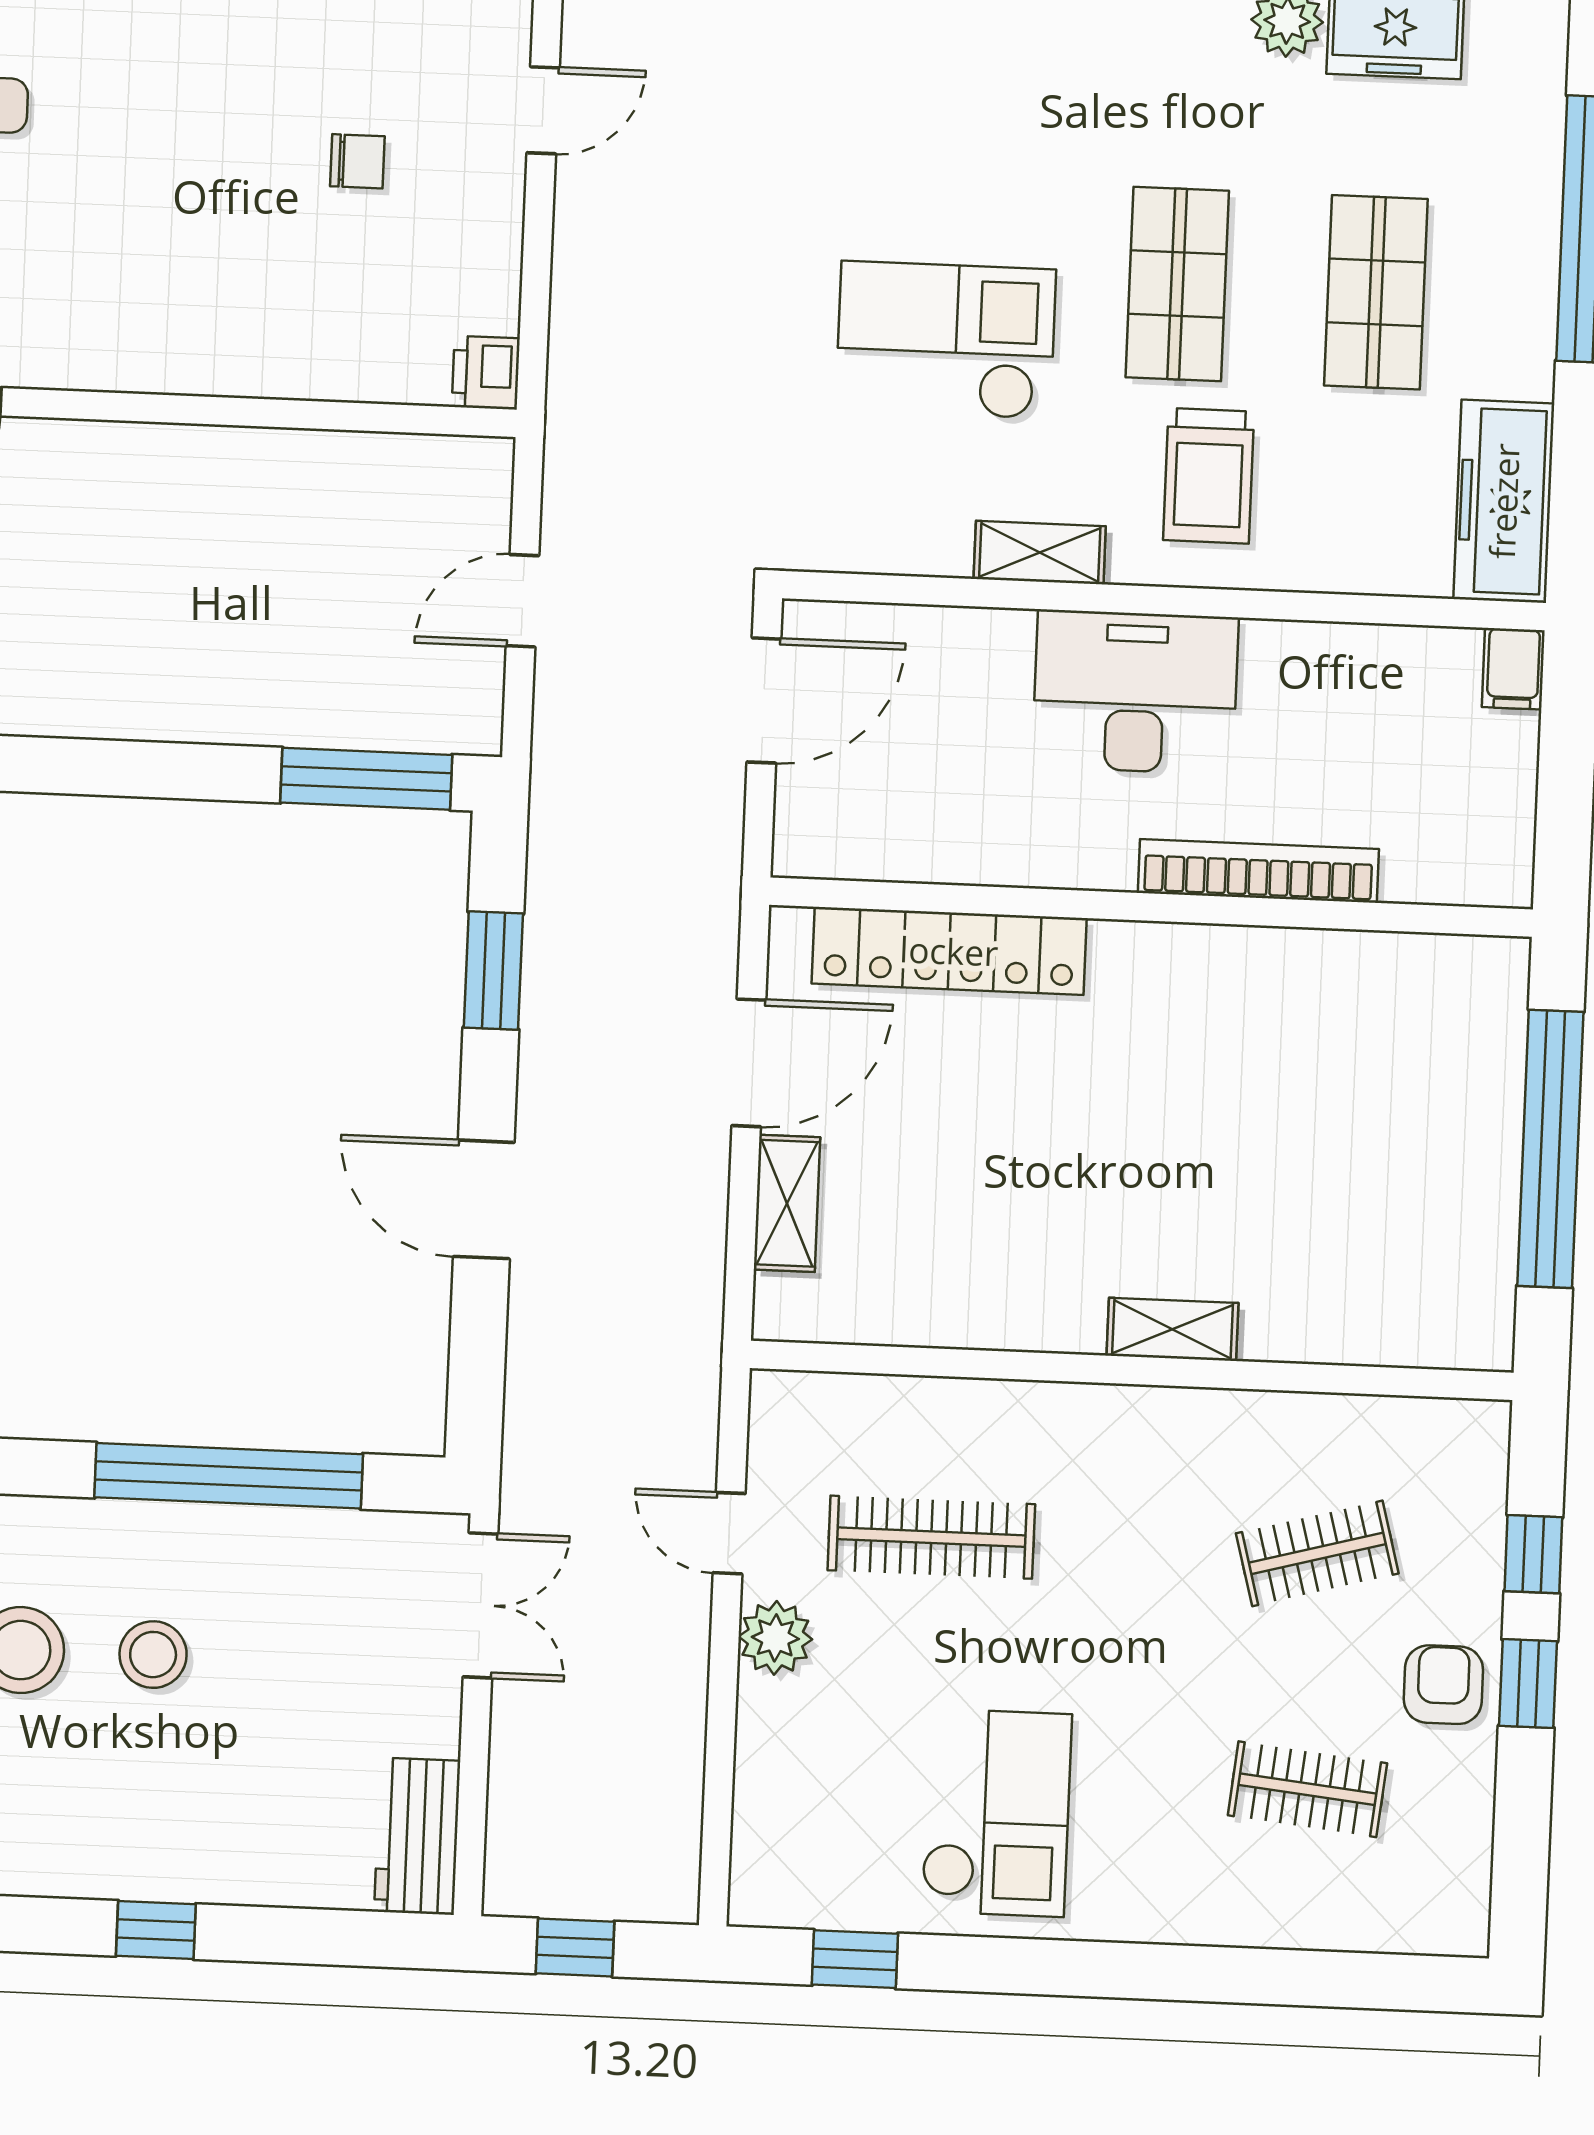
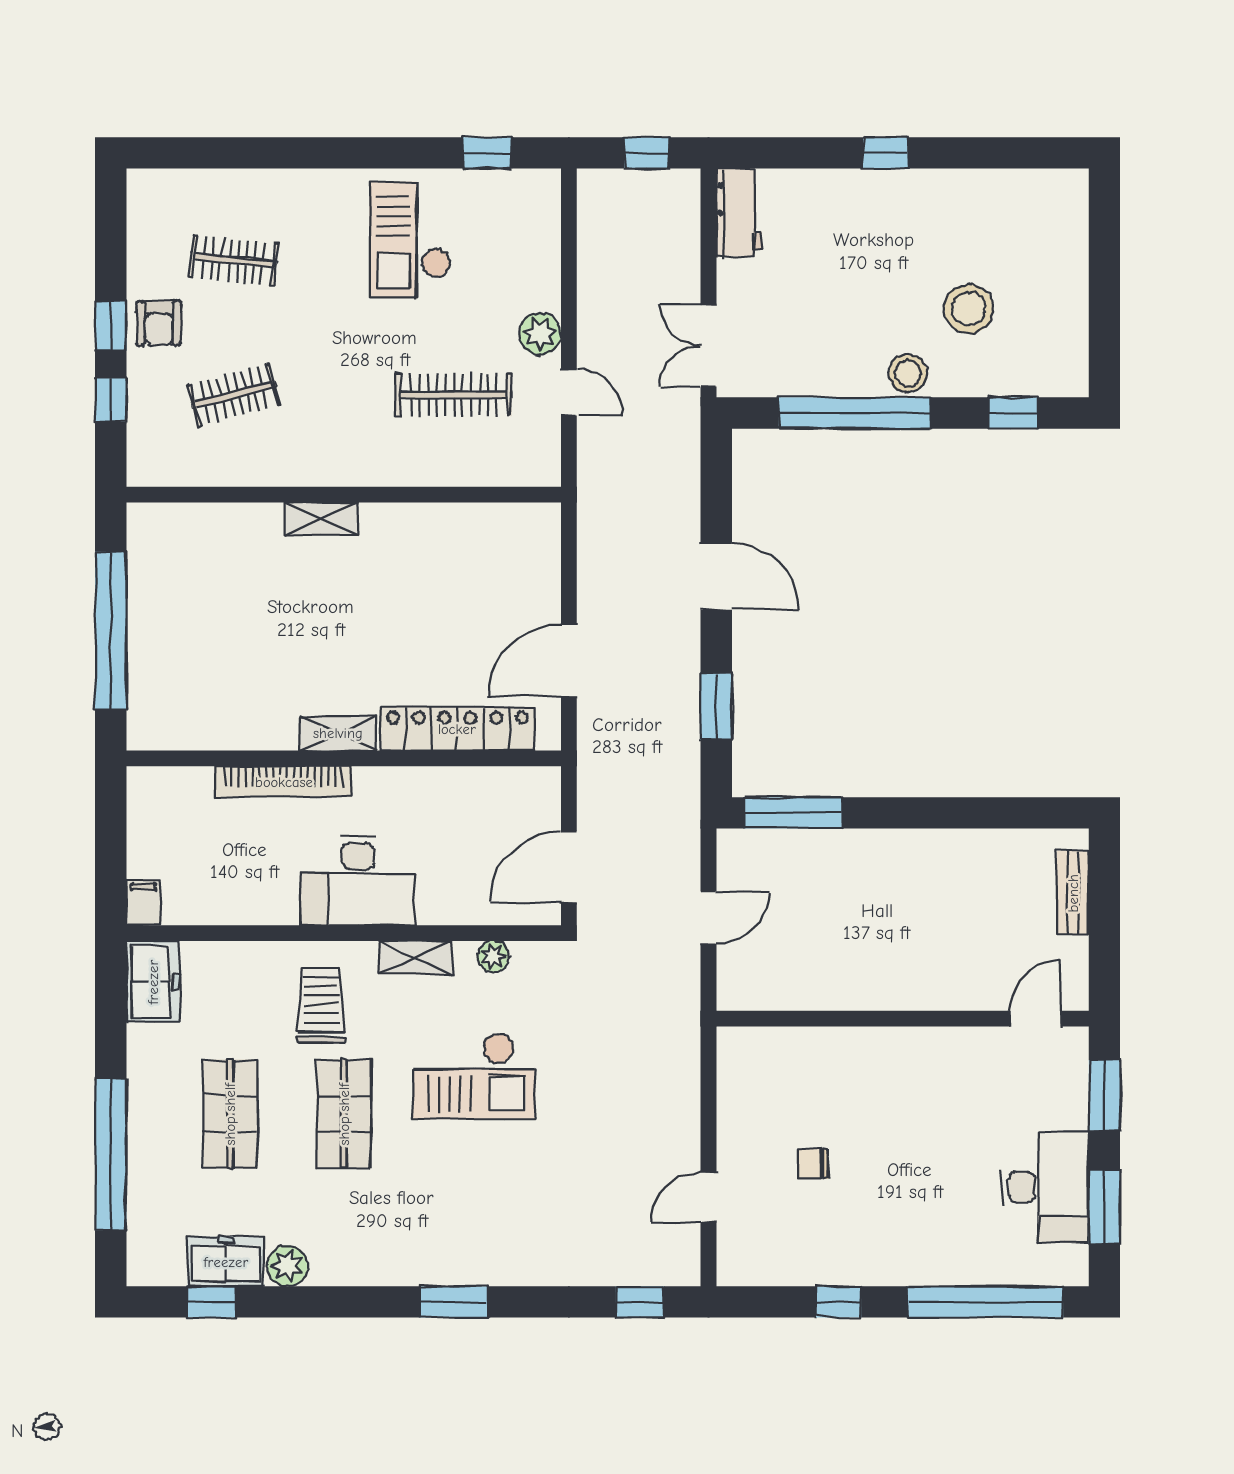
printer: (486, 373) -> (735, 1047), removed
freezer: (1504, 501) -> (153, 982), width x0.71
plant: (903, 548) -> (493, 957), added
shelving: (787, 1203) -> (338, 733), moved, turned 90
stool: (153, 1655) -> (908, 373), moved

